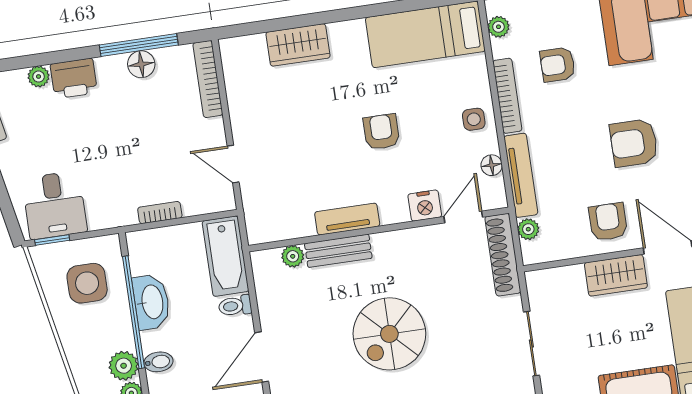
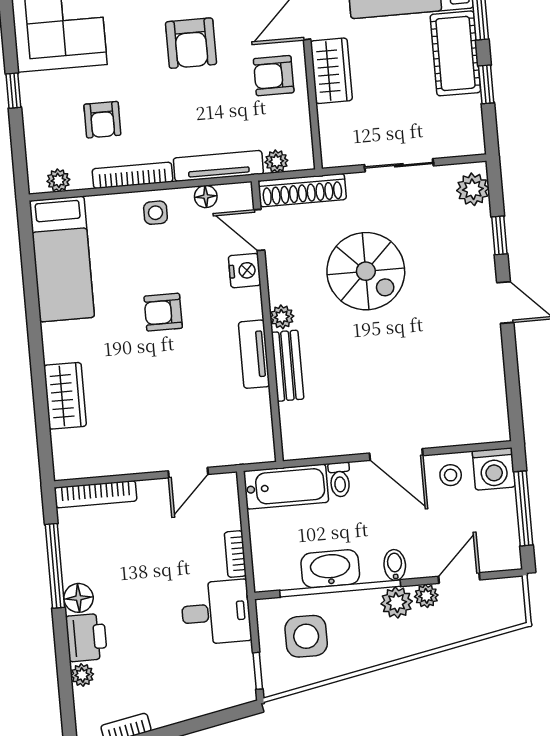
floor lamp: (141, 64) -> (79, 598), moved
desk: (55, 205) -> (216, 612), moved
plant: (293, 256) -> (282, 317), moved
spiral stairs: (389, 334) -> (366, 271), moved

